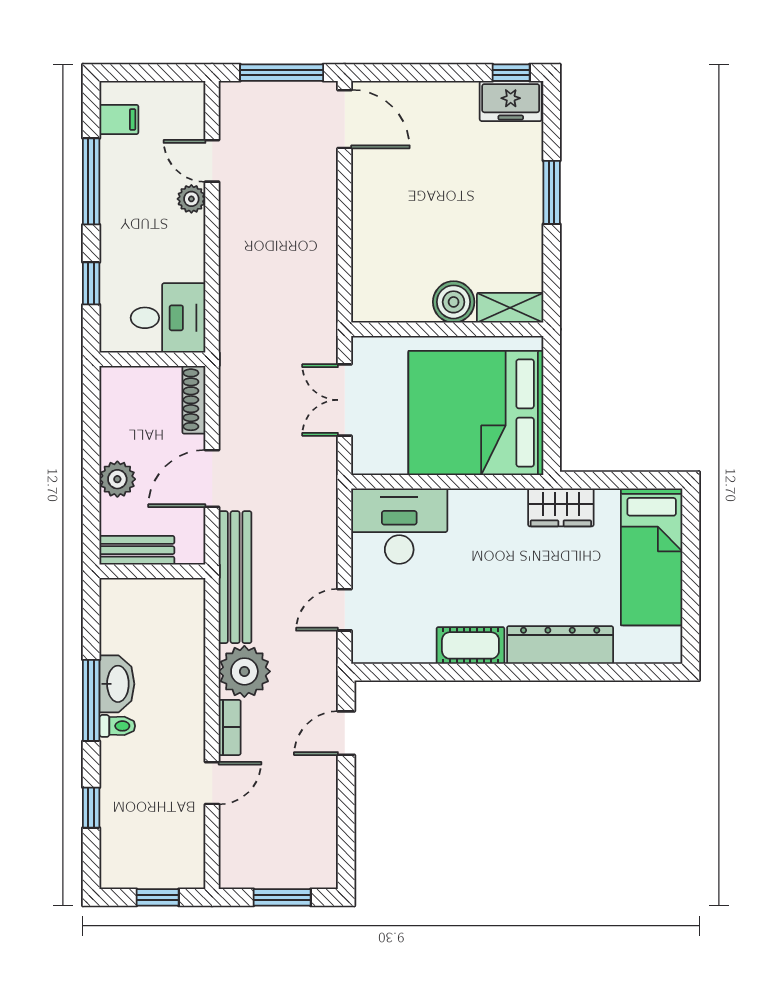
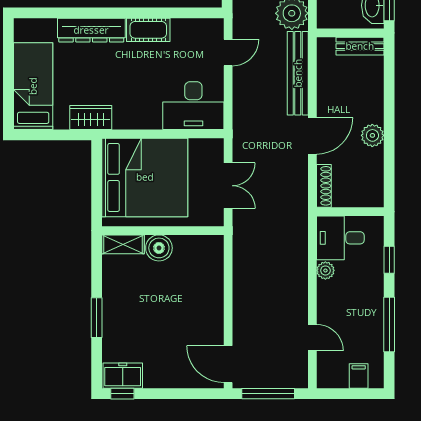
filing cabinet: (119, 119) -> (359, 376), moved, turned 90
plant: (191, 199) -> (325, 270), moved
bench: (137, 550) -> (360, 46), moved
wall: (152, 571) -> (350, 33), moved

